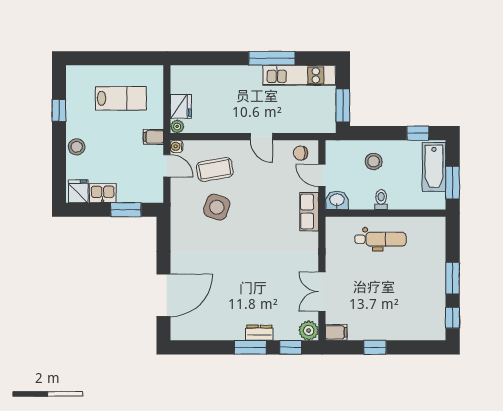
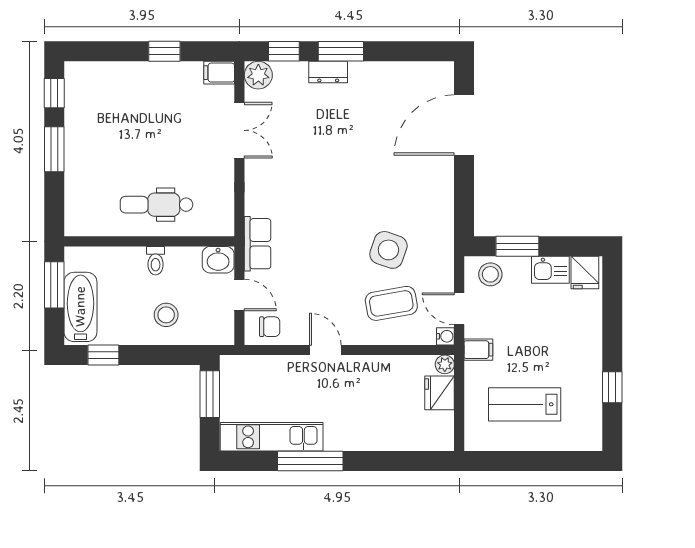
stool: (77, 147) -> (490, 274), moved

